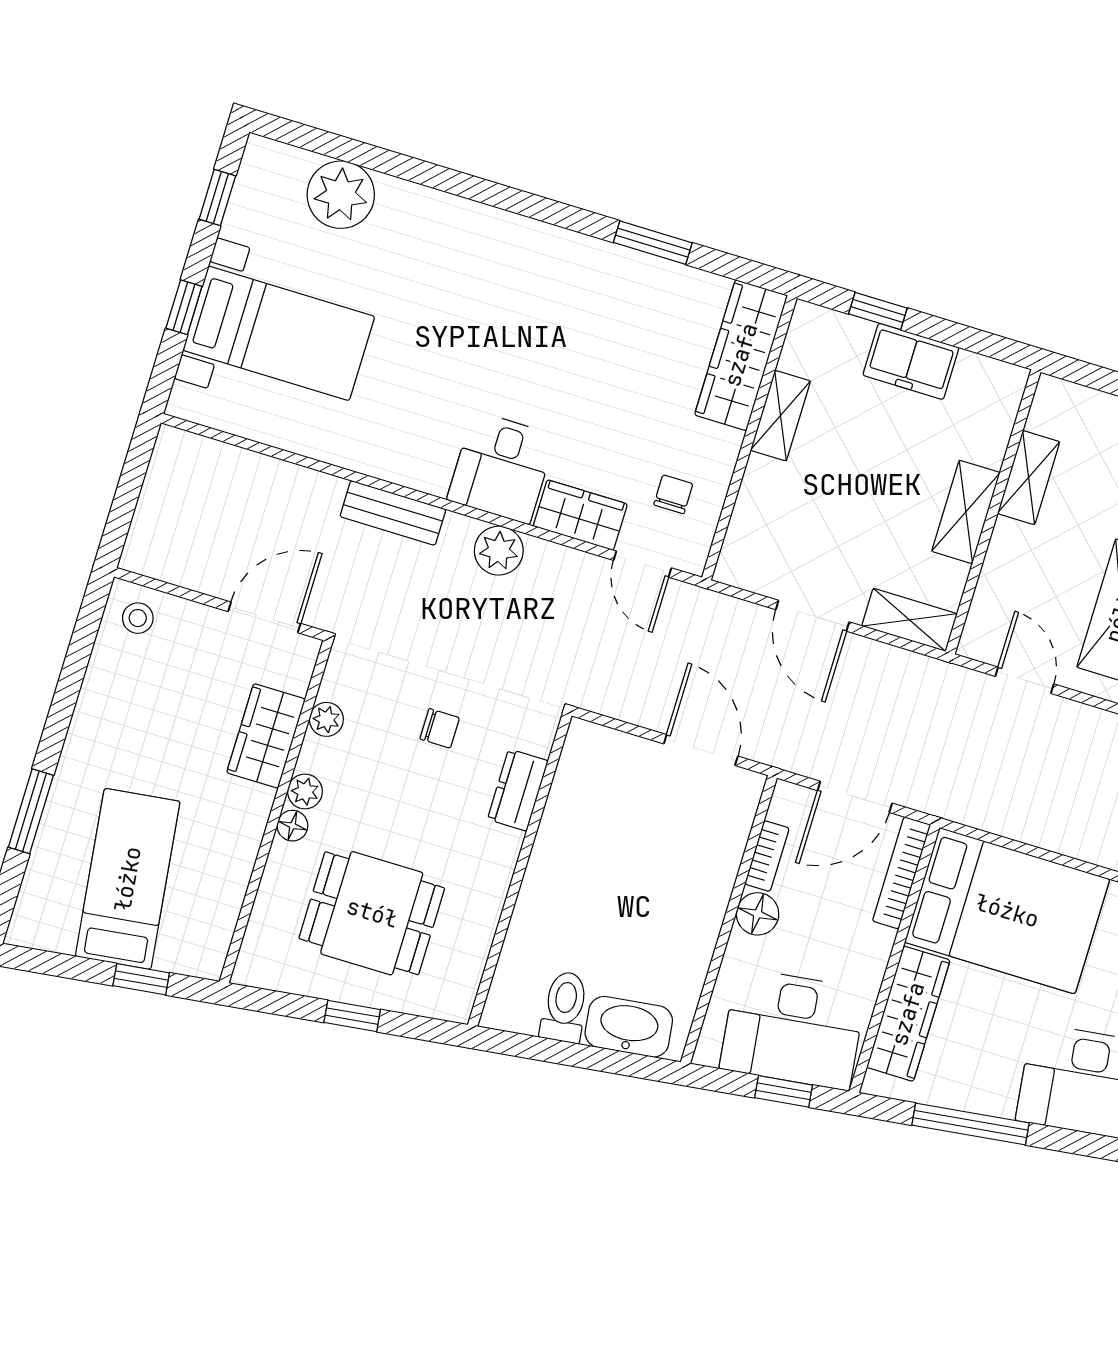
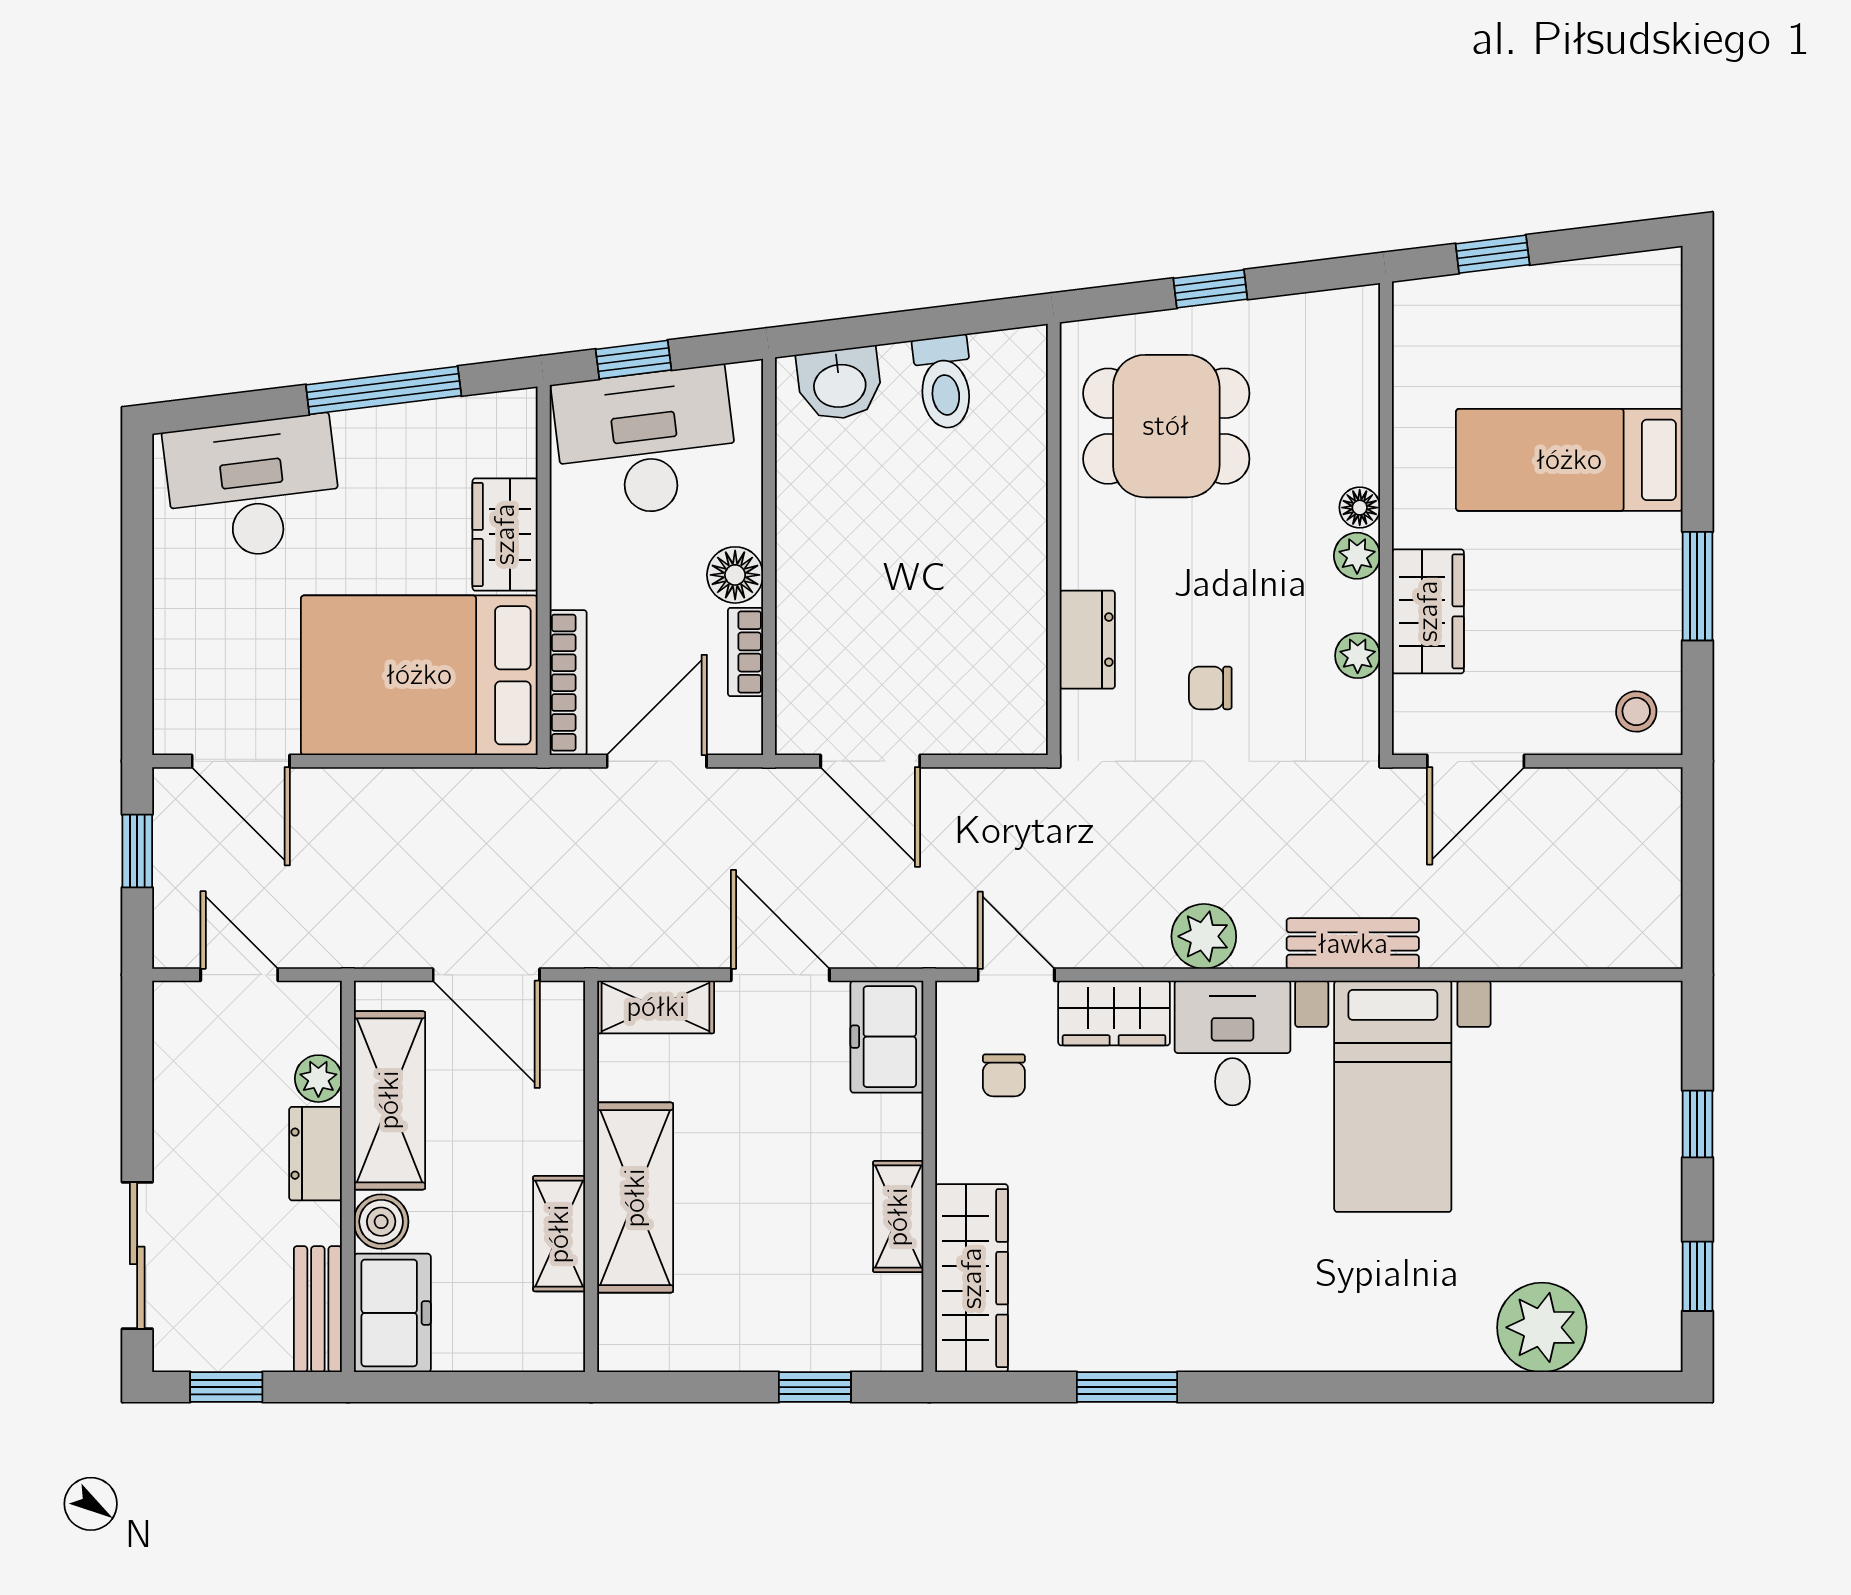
bed with nightstands: (279, 333) -> (1393, 1096), moved, turned -90
freezer: (911, 361) -> (887, 1037), moved, turned -90
shelving: (966, 512) -> (635, 1198), width x1.50, depth x1.33
door: (1024, 680) -> (486, 975), width x1.38
window: (31, 811) -> (1697, 586), moved
bed: (128, 879) -> (1569, 460), moved, turned 97
dining table: (372, 913) -> (1166, 426), moved
wardrobe: (908, 1014) -> (505, 534), width x0.67
washbasin: (629, 1027) -> (840, 384), width x0.72

